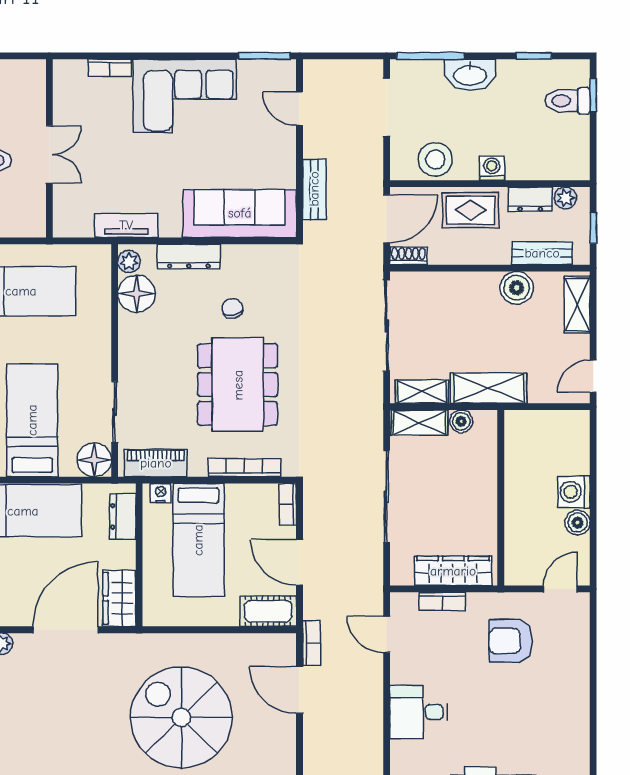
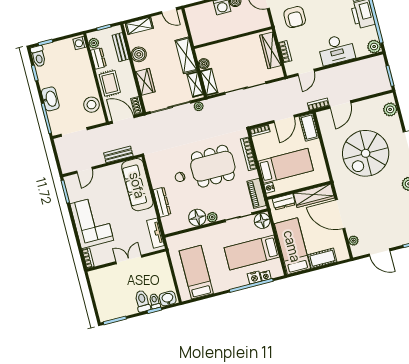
toilet: (568, 101) -> (38, 56), moved
wall: (49, 148) -> (126, 260), moved
double door: (49, 154) -> (129, 259), moved
washing machine: (492, 168) -> (80, 43), moved
plant: (129, 262) -> (212, 217), moved
wardrobe: (455, 287) -> (145, 82), added
floor lamp: (137, 294) -> (197, 218), moved
plant: (373, 387) -> (199, 106), added
wardrobe: (119, 598) -> (314, 196), width x1.50
desk: (419, 712) -> (336, 50), width x1.37

